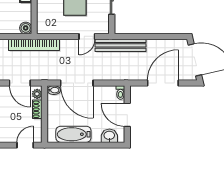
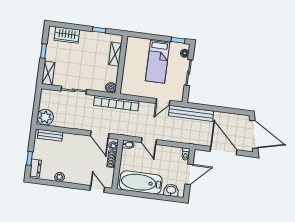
door: (77, 83) -> (149, 141), width x0.53
door: (163, 83) -> (223, 151), hinge flipped
door: (127, 115) -> (189, 174), swing flipped
bathtub: (73, 134) -> (141, 182), width x1.36, depth x1.36
door: (25, 145) -> (97, 189), hinge flipped

